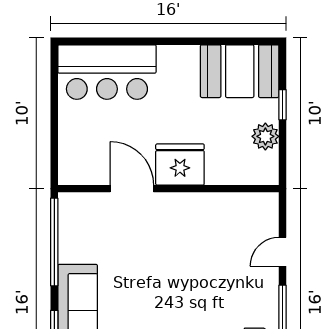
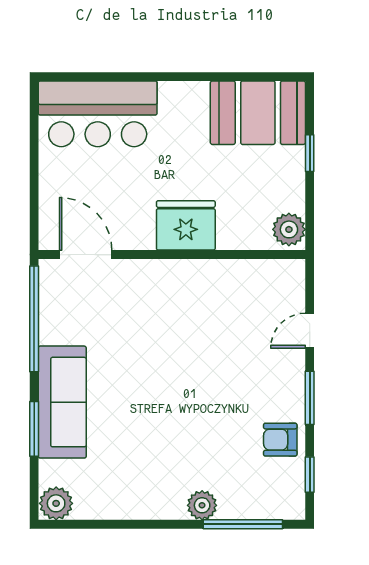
plant: (265, 136) -> (289, 229), moved
door: (132, 189) -> (86, 255), moved

